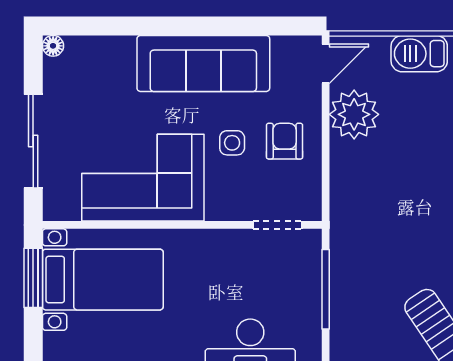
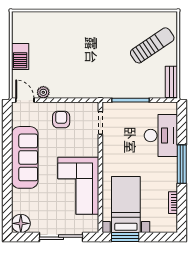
floor lamp: (53, 46) -> (21, 223), width x1.89, depth x1.89
plant: (354, 114) -> (43, 92), width x0.53, depth x0.53
armchair: (285, 141) -> (61, 119), turned 90
side table: (232, 143) -> (62, 144), removed

